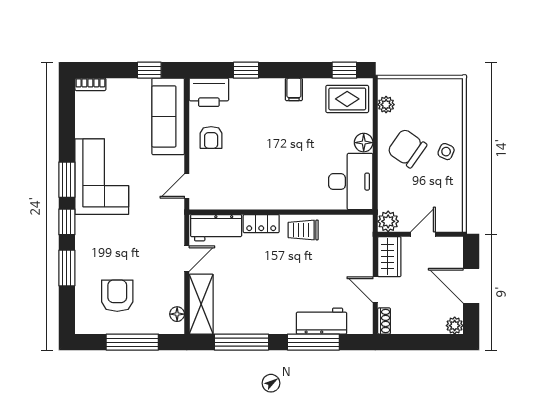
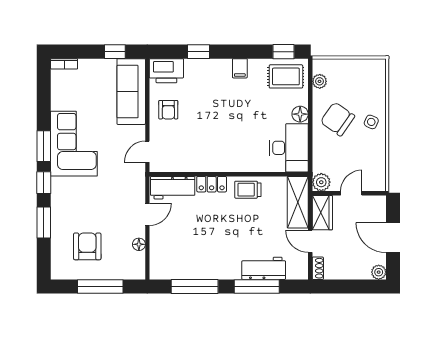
shelving: (201, 304) -> (298, 202), moved
floor lamp: (177, 314) -> (139, 244), moved

